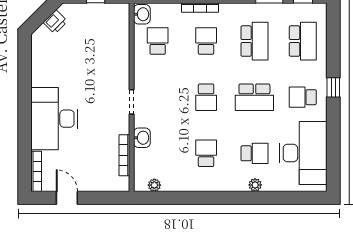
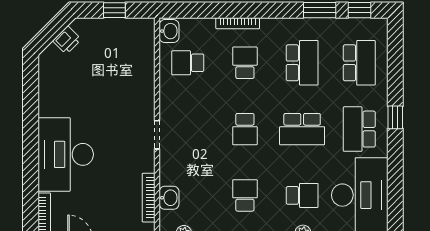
school desk: (158, 41) -> (188, 63), turned -90
school desk: (303, 97) -> (359, 129), width x1.85
washbasin: (142, 138) -> (169, 198), moved

